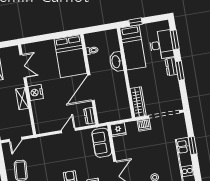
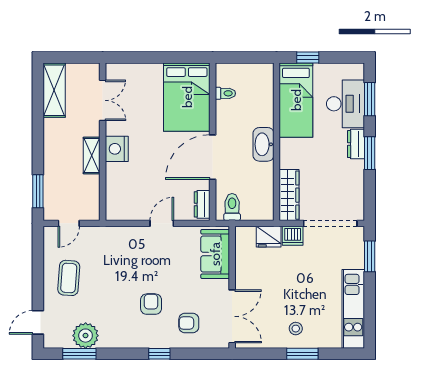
washbasin: (116, 62) -> (263, 144), moved
toilet: (107, 114) -> (232, 207), added
fridge: (118, 130) -> (269, 237), moved
window: (193, 146) -> (370, 256), moved

